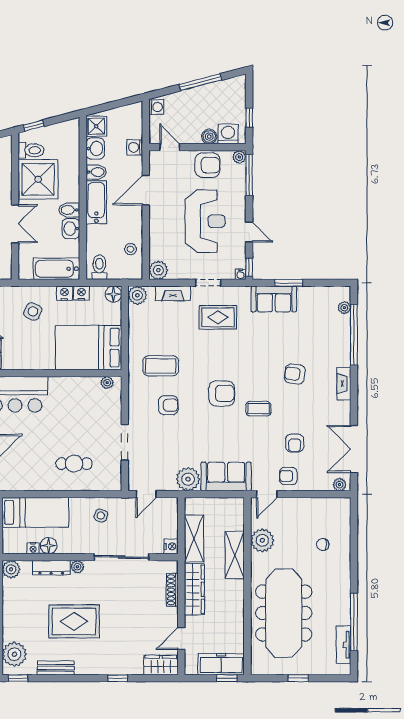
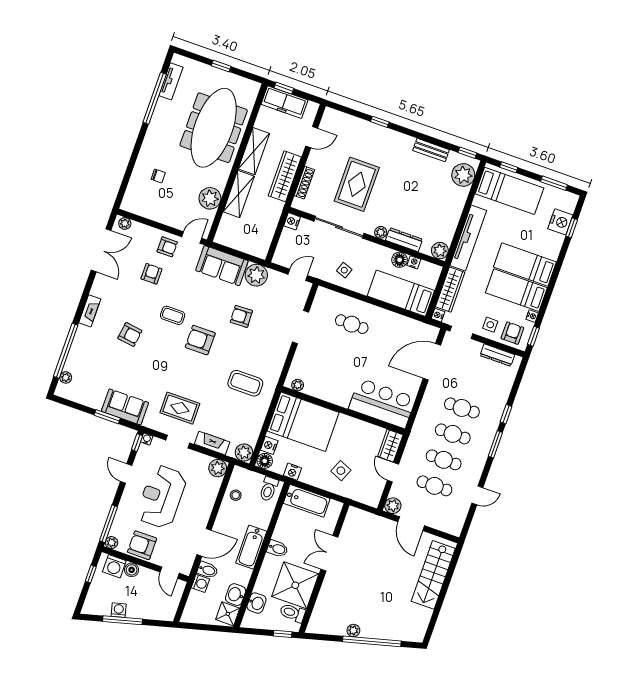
washing machine: (156, 107) -> (119, 610), moved, turned 75
bidet: (96, 172) -> (208, 570), moved, turned 180
washbasin: (71, 229) -> (257, 603), moved
nightstand: (64, 293) -> (269, 445), moved, turned 90
armchair: (168, 405) -> (241, 316), moved
shelving: (194, 539) -> (254, 151), moved
rug: (74, 621) -> (357, 184), moved, turned 90
wardrobe: (161, 665) -> (338, 120), removed

